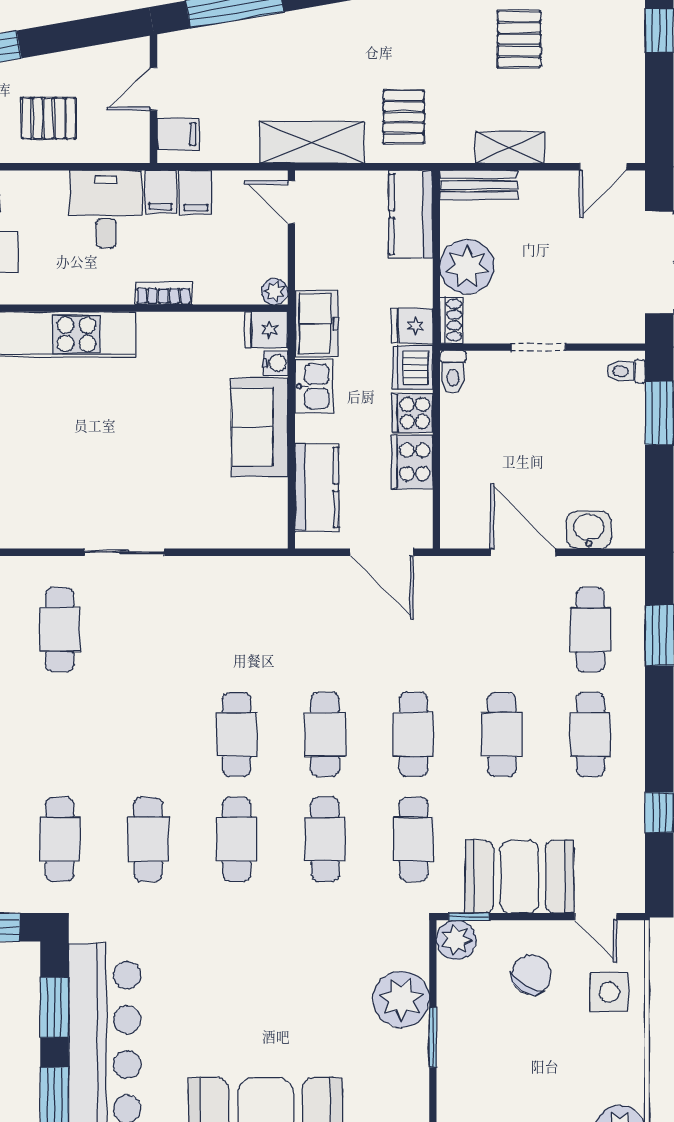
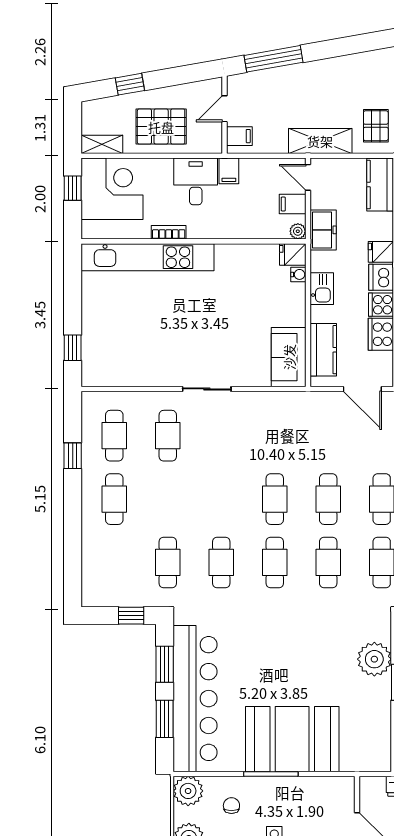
pallet: (49, 118) -> (161, 127), width x1.50, depth x1.42
filing cabinet: (196, 192) -> (293, 204), moved, turned 90
bookcase: (164, 293) -> (169, 232), moved
freezer: (317, 324) -> (323, 230), moved
sofa: (259, 427) -> (289, 357), moved

